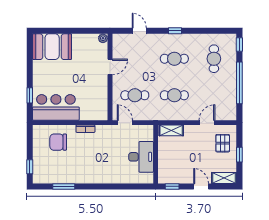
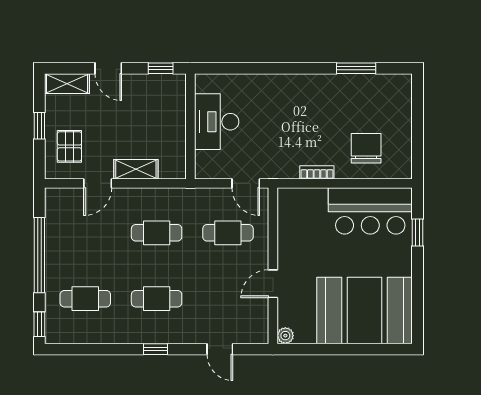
booth: (52, 47) -> (365, 311), width x1.36, depth x1.42
cafe table: (214, 59) -> (85, 299), turned 90
shelving: (171, 130) -> (136, 169), moved
chair: (58, 142) -> (366, 148), turned -90
window: (30, 167) -> (417, 104), removed

